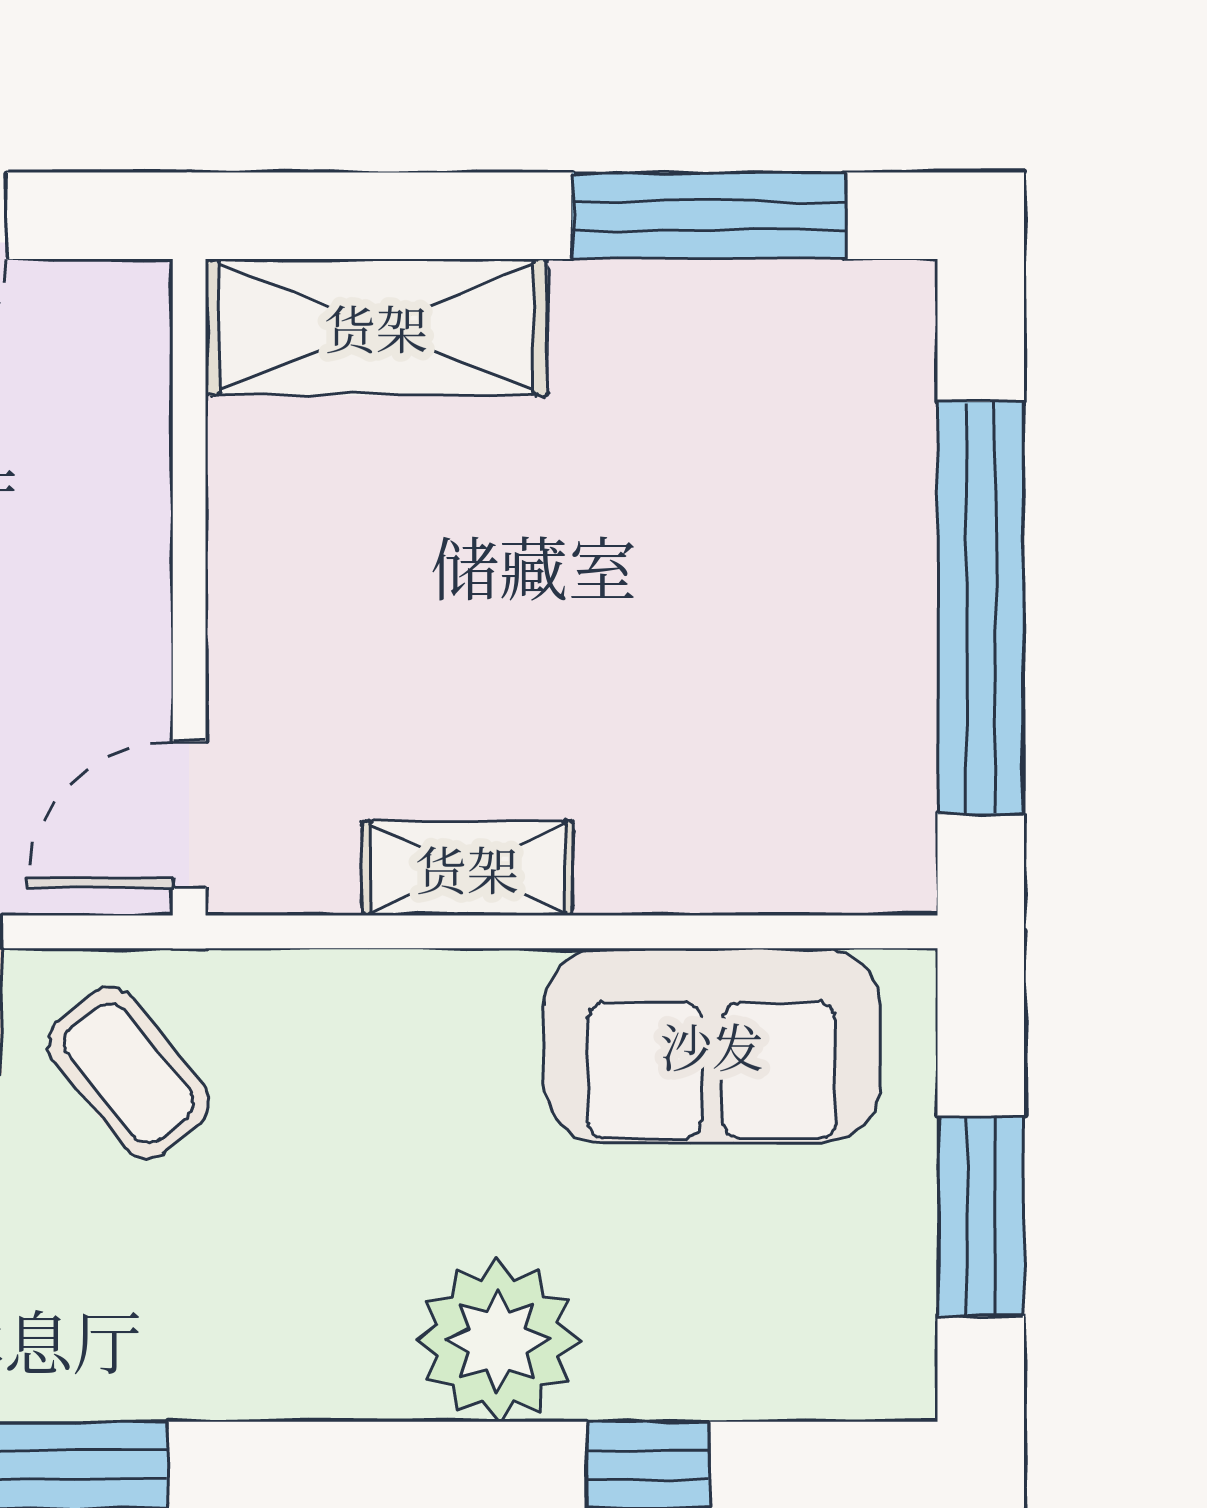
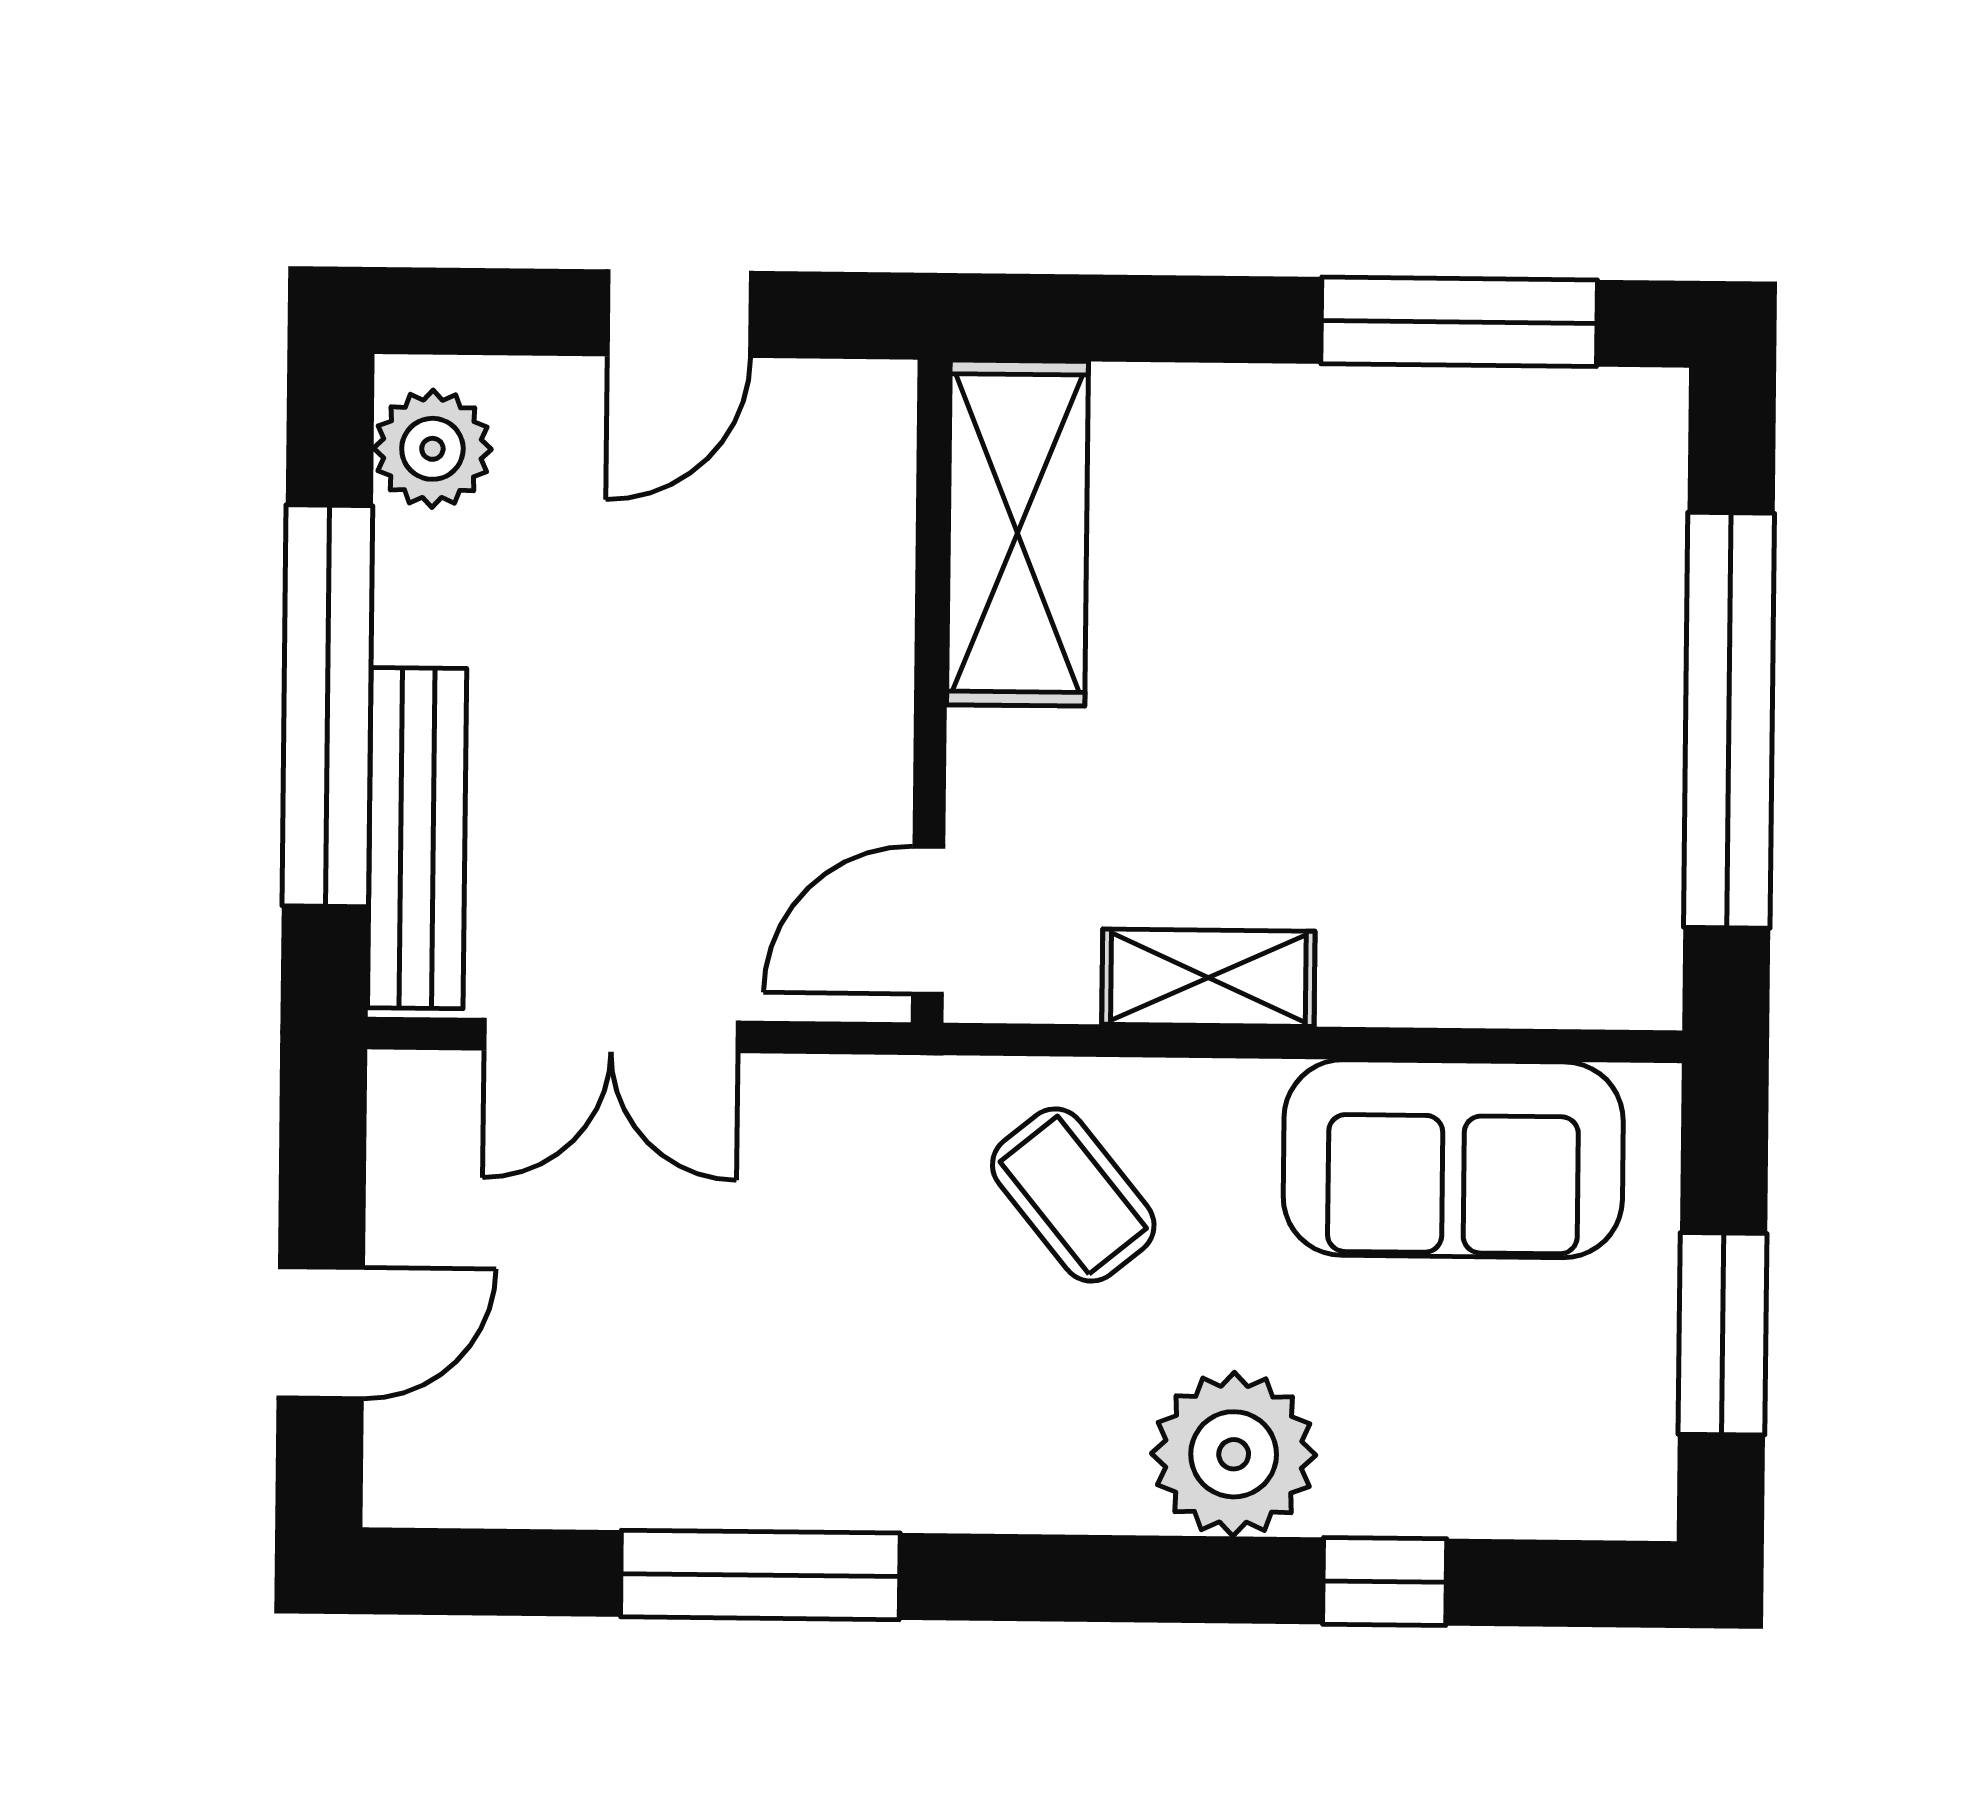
shelving: (376, 327) -> (1018, 533), moved, turned 90
coffee table: (129, 1073) -> (1073, 1195), moved

